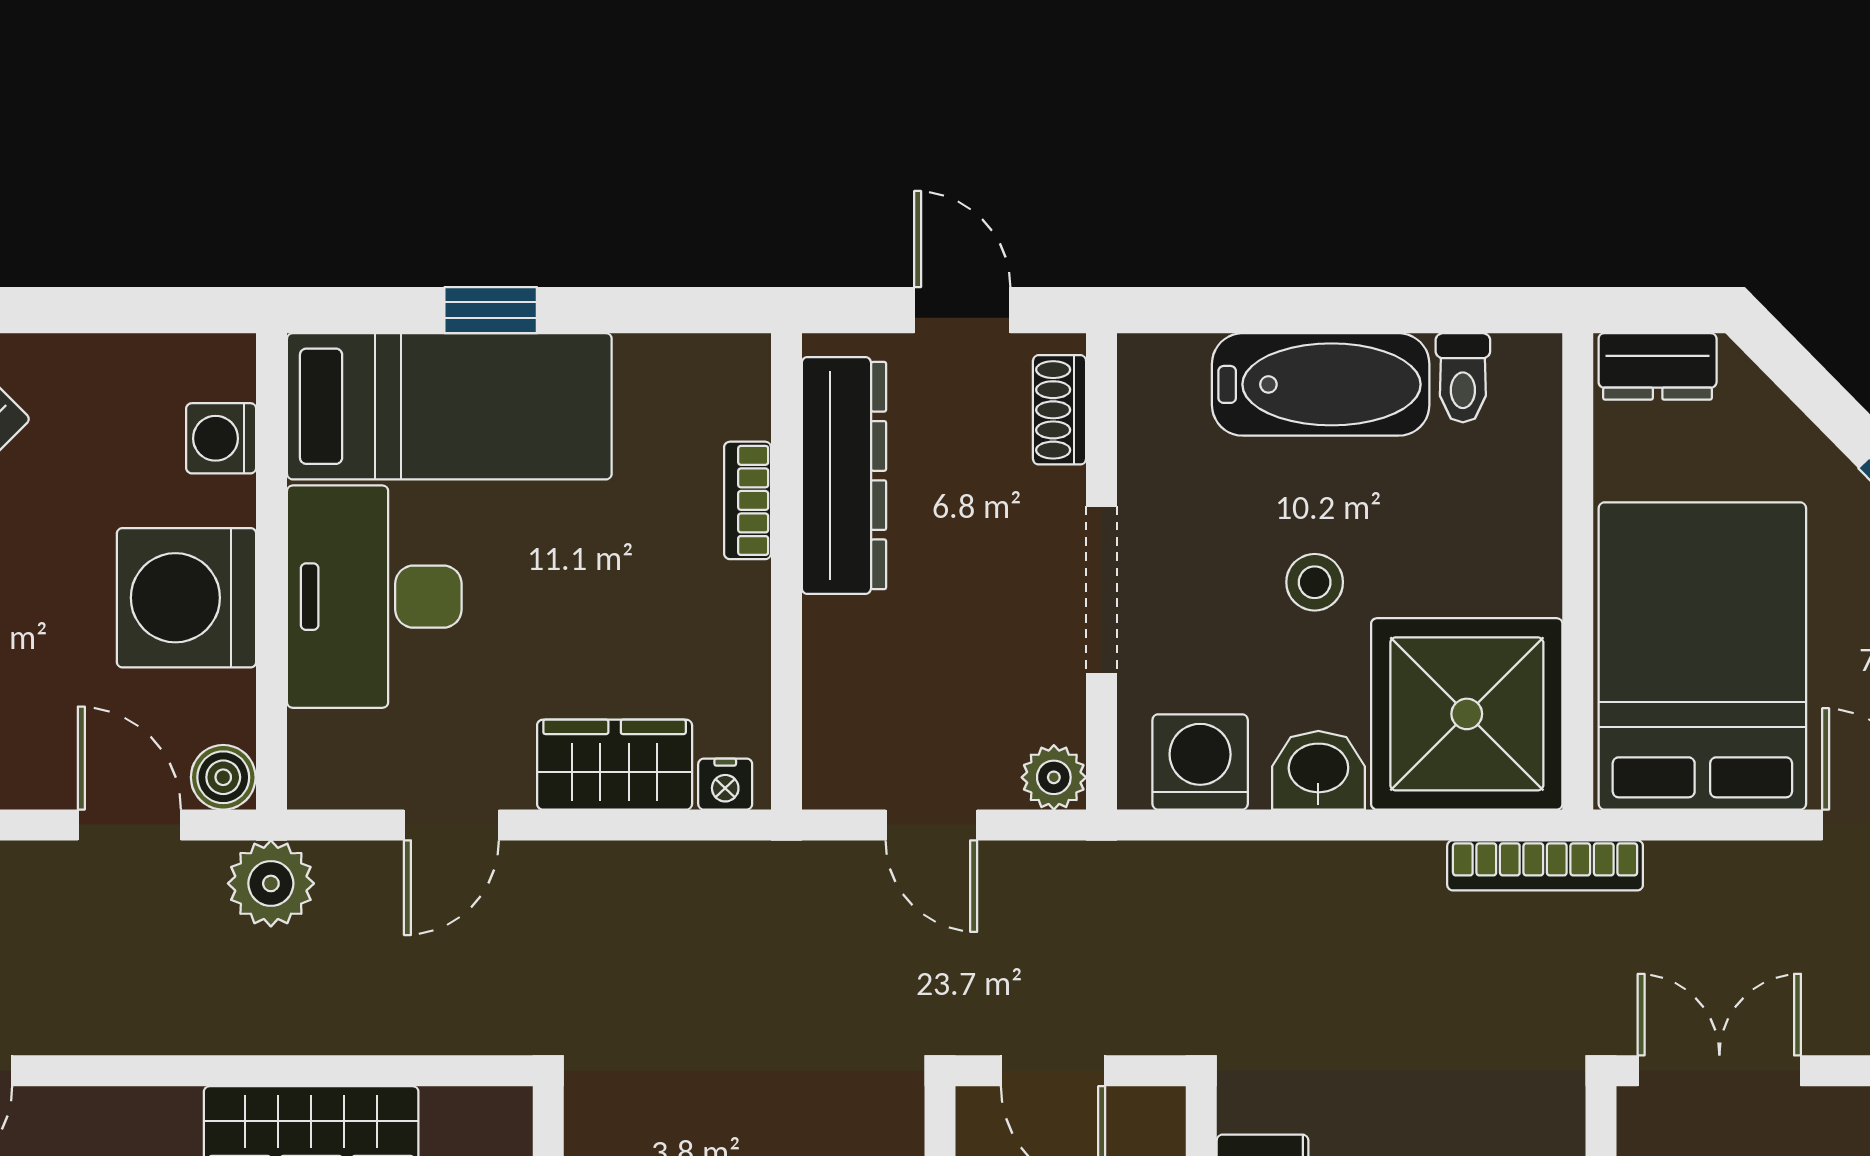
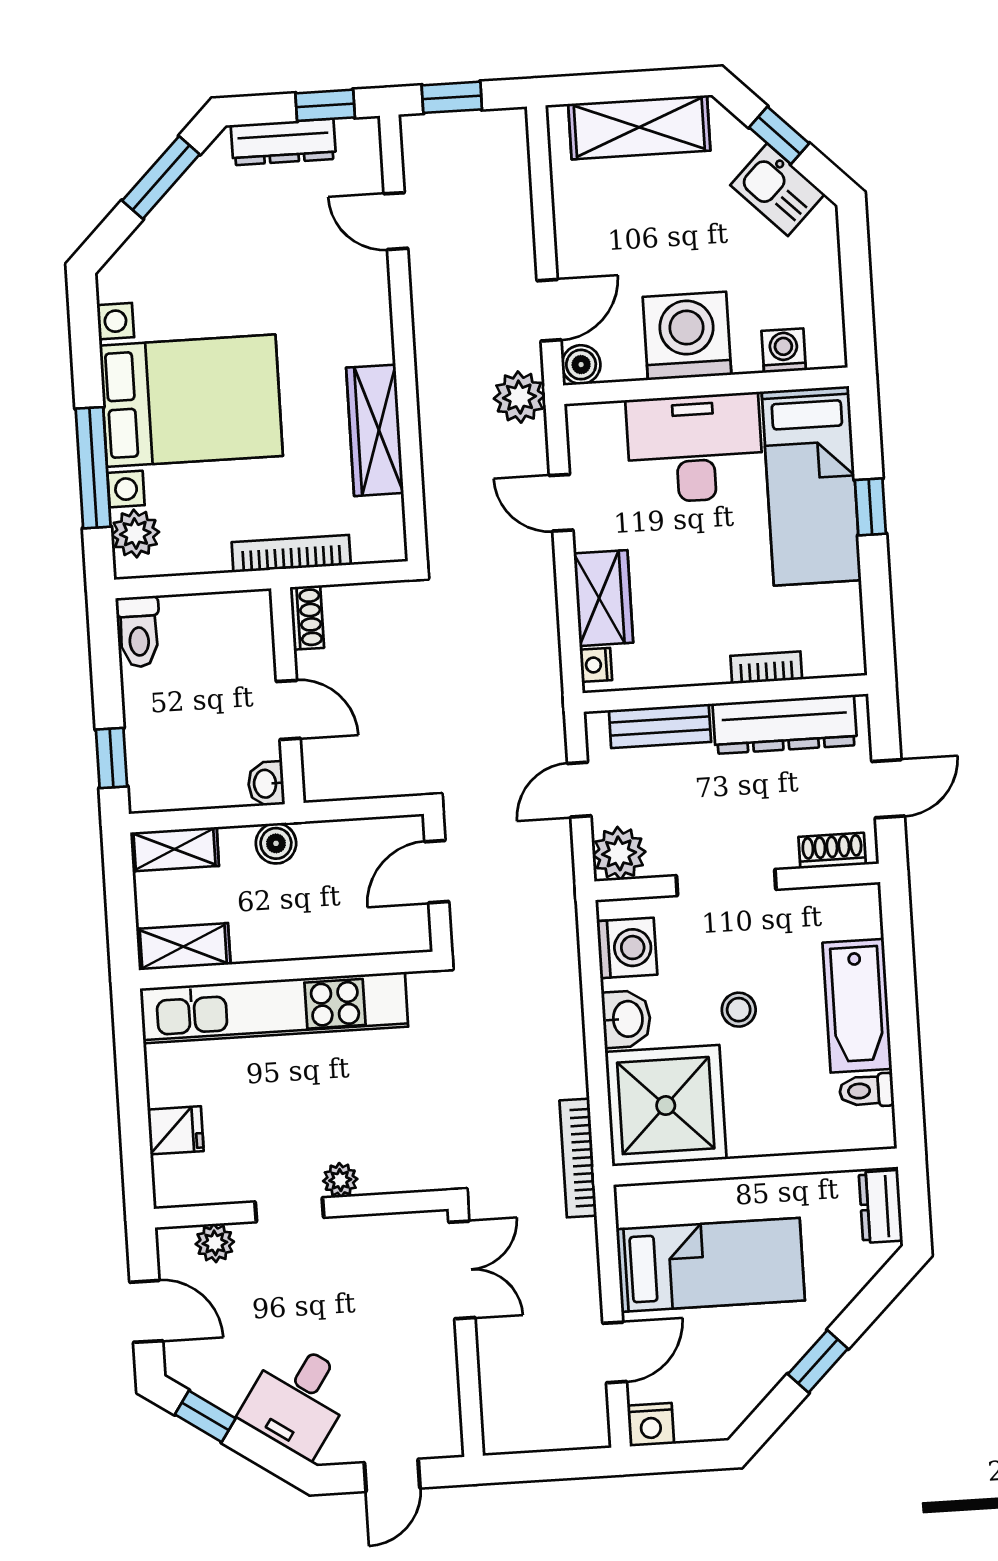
bed: (1702, 656) -> (710, 1265), width x0.67
bench: (834, 684) -> (660, 726), added
plant: (1054, 777) -> (619, 853), width x1.38, depth x1.38

